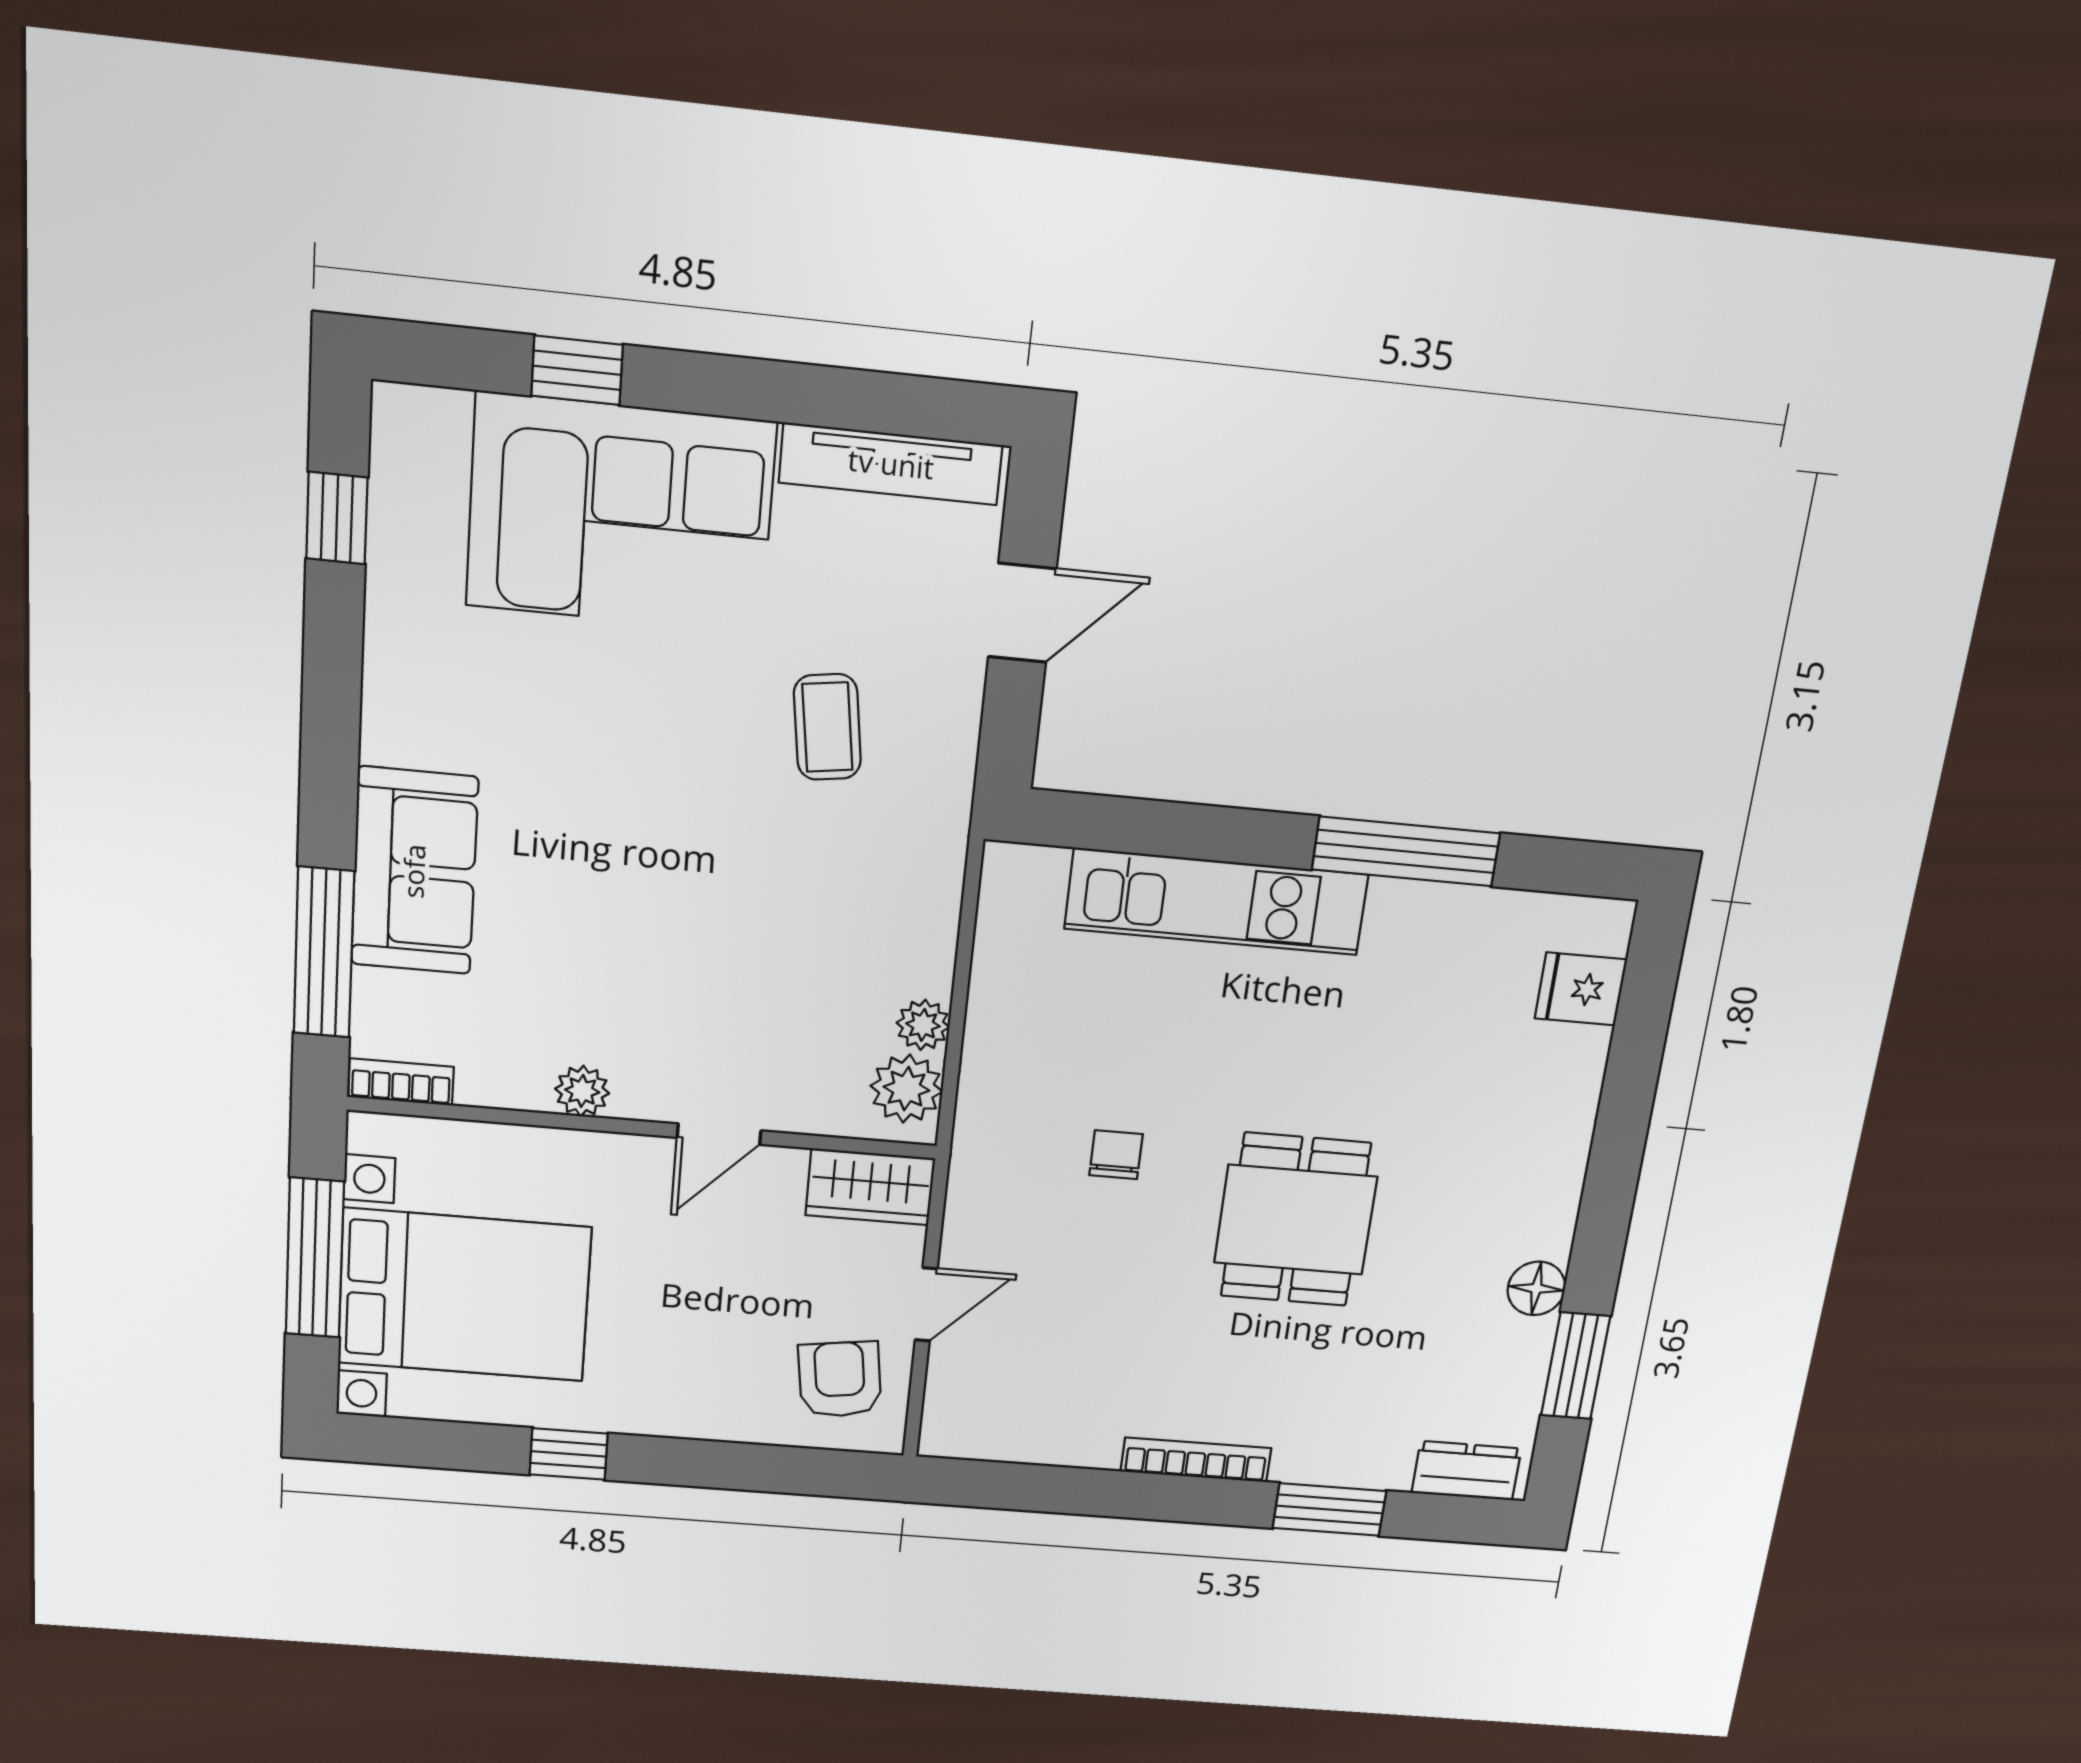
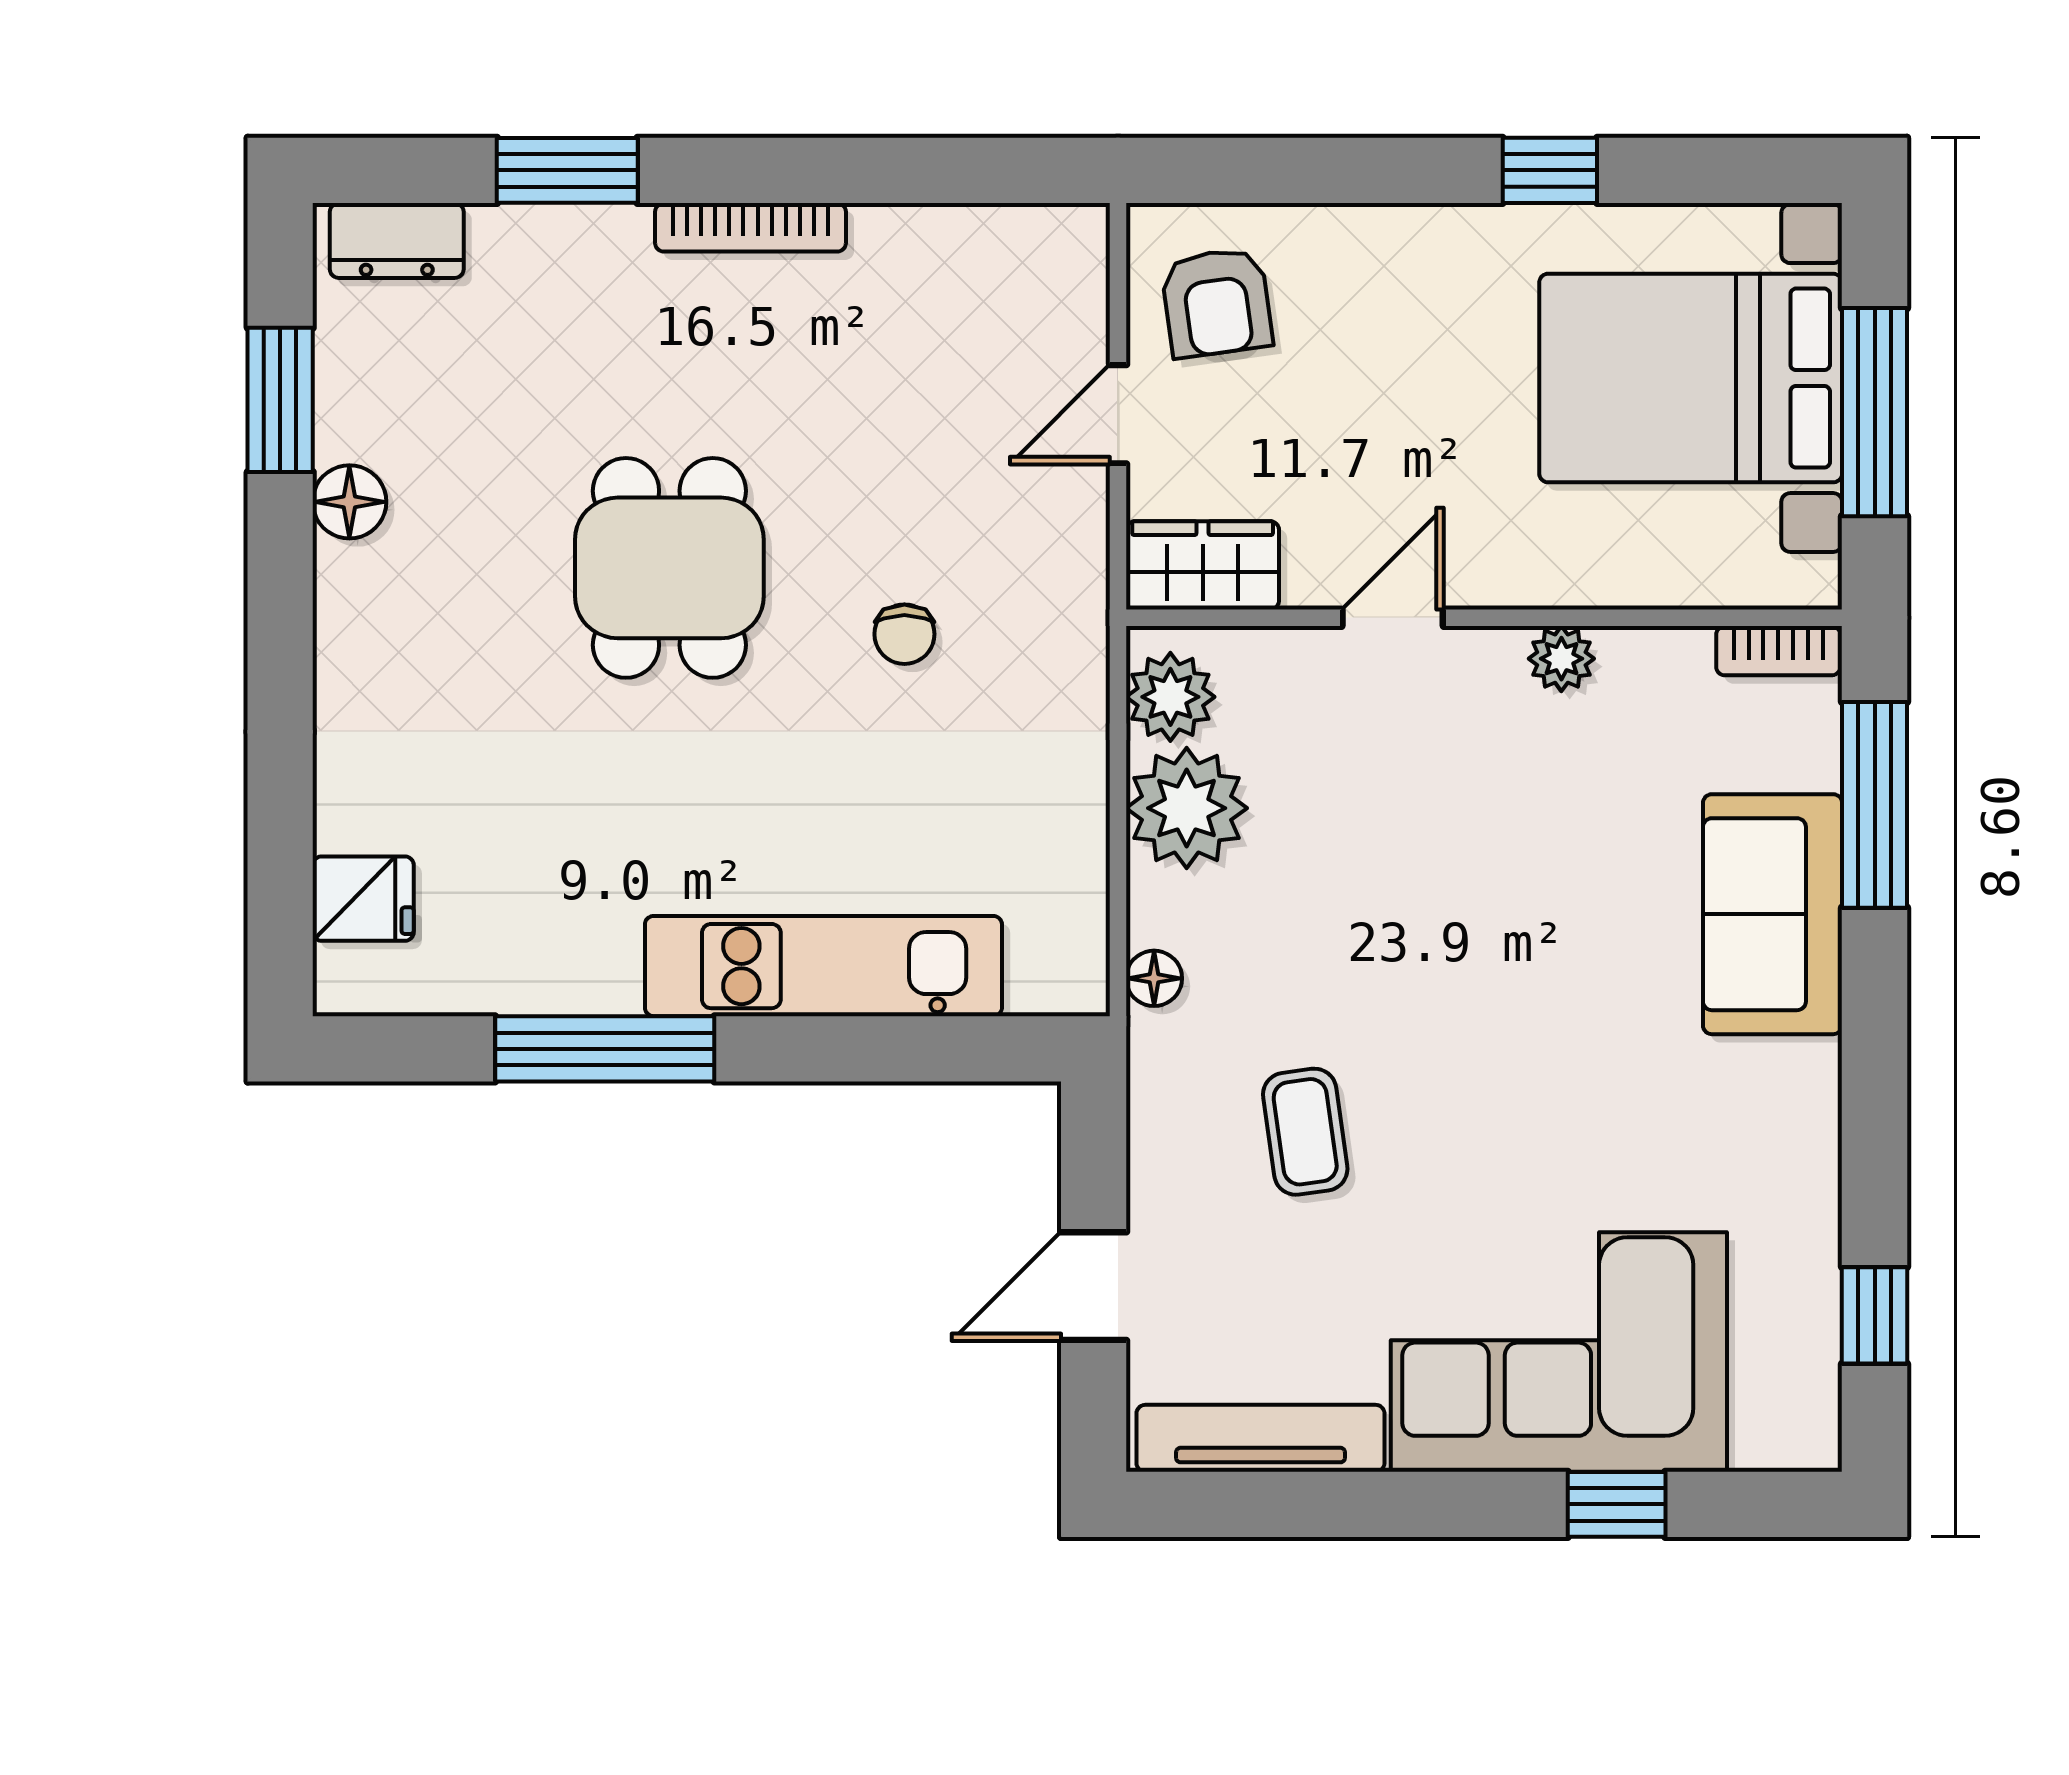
floor lamp: (943, 866) -> (1154, 978), added
plant: (923, 1025) -> (1187, 808), width x1.88, depth x1.88

